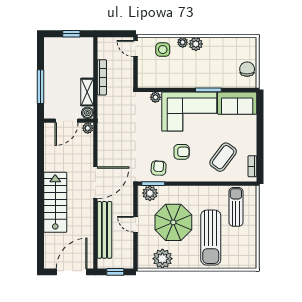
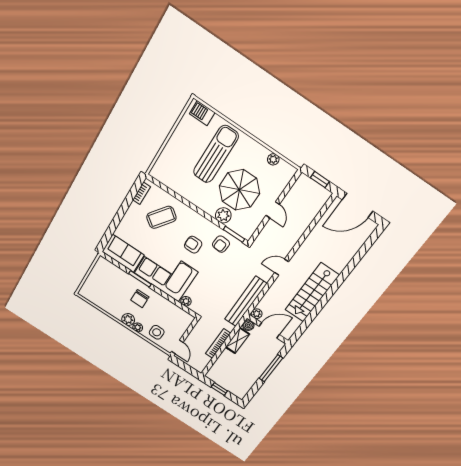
chair: (247, 69) -> (140, 299), moved
door: (95, 183) -> (282, 267), width x0.53
plant: (150, 193) -> (223, 215), moved
stairs: (55, 202) -> (312, 292), moved
sun lounger: (236, 207) -> (177, 167), removed
bench: (104, 230) -> (246, 301), moved
plant: (162, 259) -> (273, 159), width x0.53, depth x0.53
barbecue: (242, 262) -> (202, 113), added

